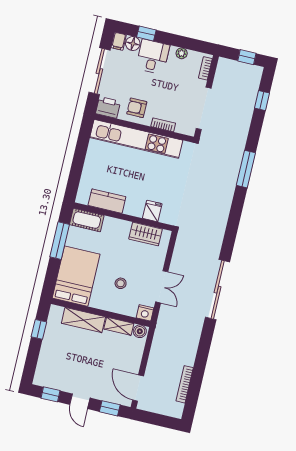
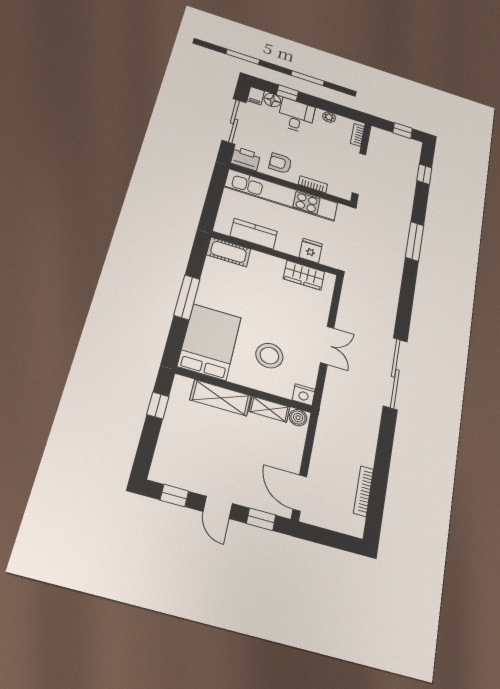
kitchen counter: (107, 201) -> (254, 234), moved
fridge: (152, 211) -> (311, 251), moved
wall: (123, 217) -> (275, 253), moved
cot: (87, 220) -> (229, 252), moved
wardrobe: (146, 234) -> (304, 275), moved
stool: (121, 283) -> (269, 356), width x1.89, depth x1.89
double door: (162, 287) -> (327, 345), moved

